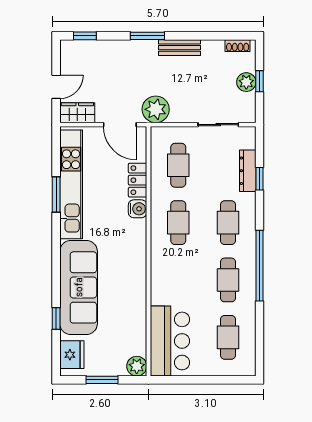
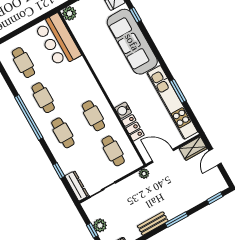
plant: (156, 109) -> (144, 174), width x0.53, depth x0.53
dresser: (248, 171) -> (77, 186), moved

